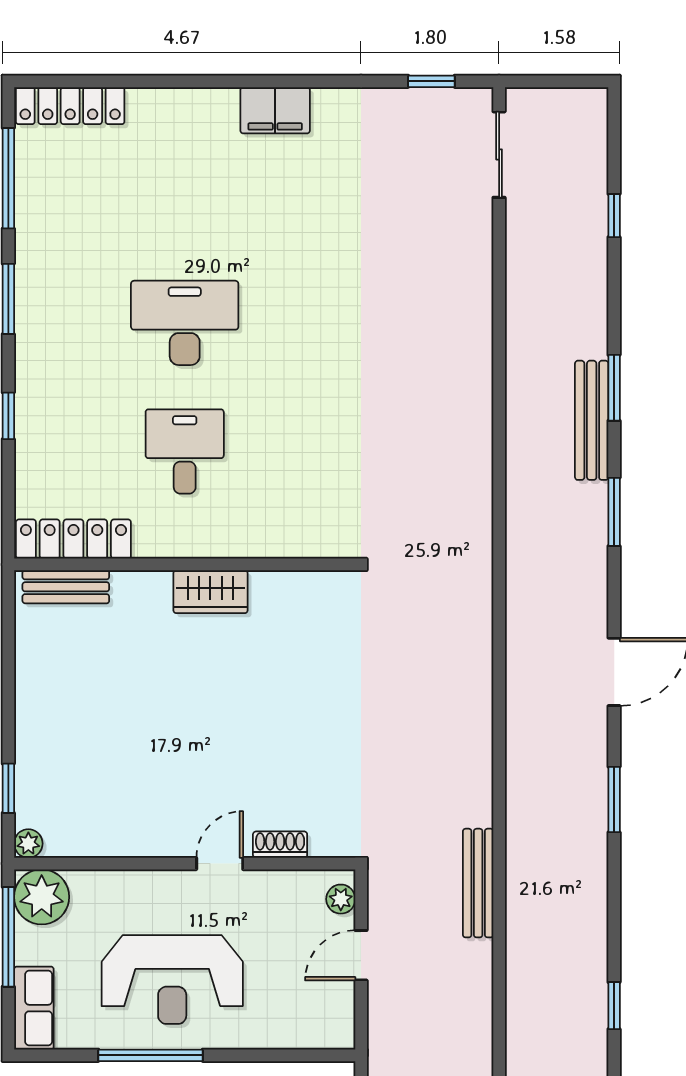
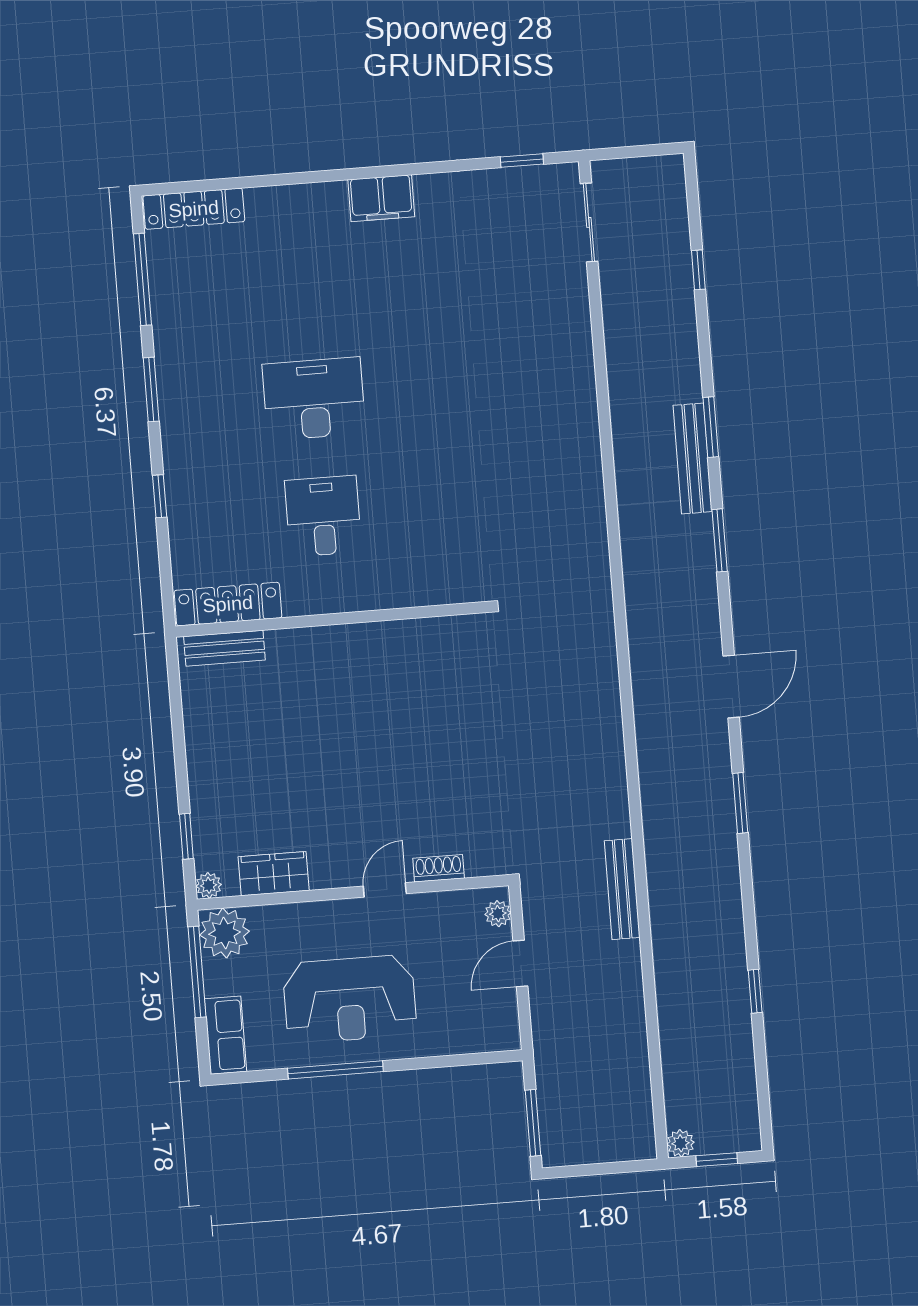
wardrobe: (210, 592) -> (274, 874), moved, turned 180

